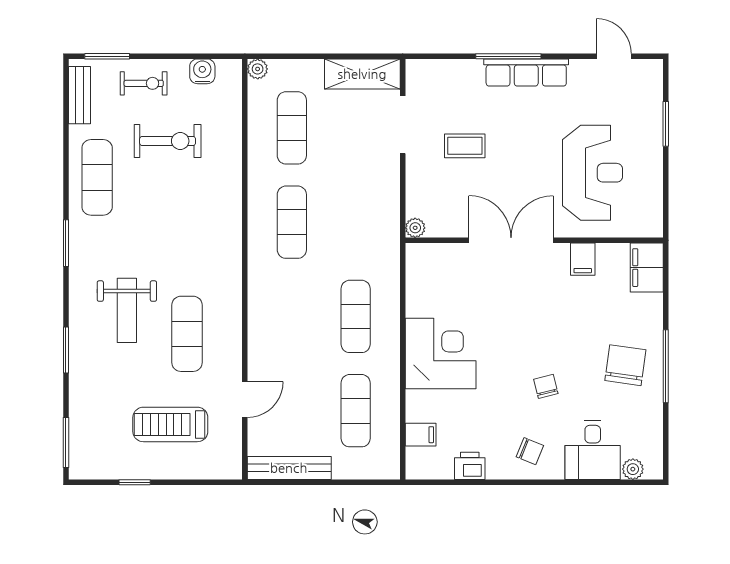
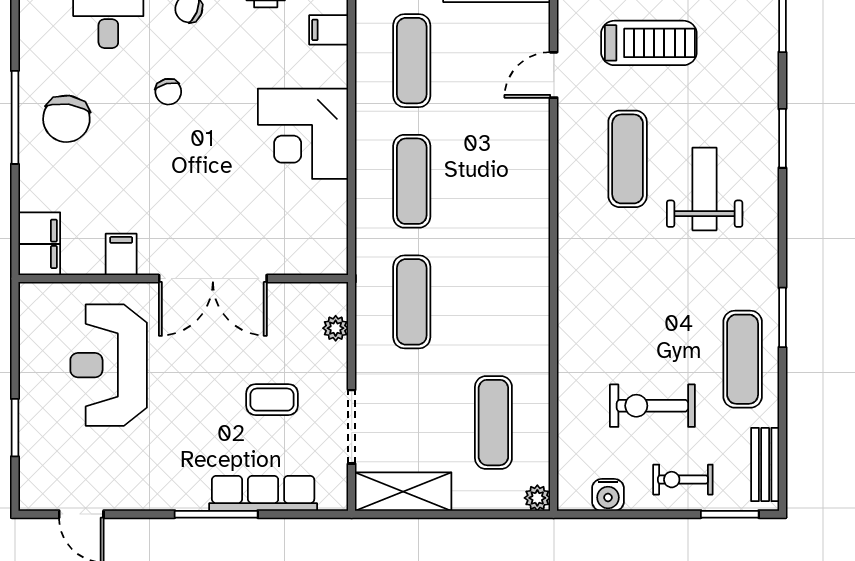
row of seats: (526, 73) -> (263, 493), moved
exercise mat: (292, 222) -> (412, 302), moved
plant: (415, 228) -> (336, 328), moved
window: (66, 243) -> (782, 317), moved

